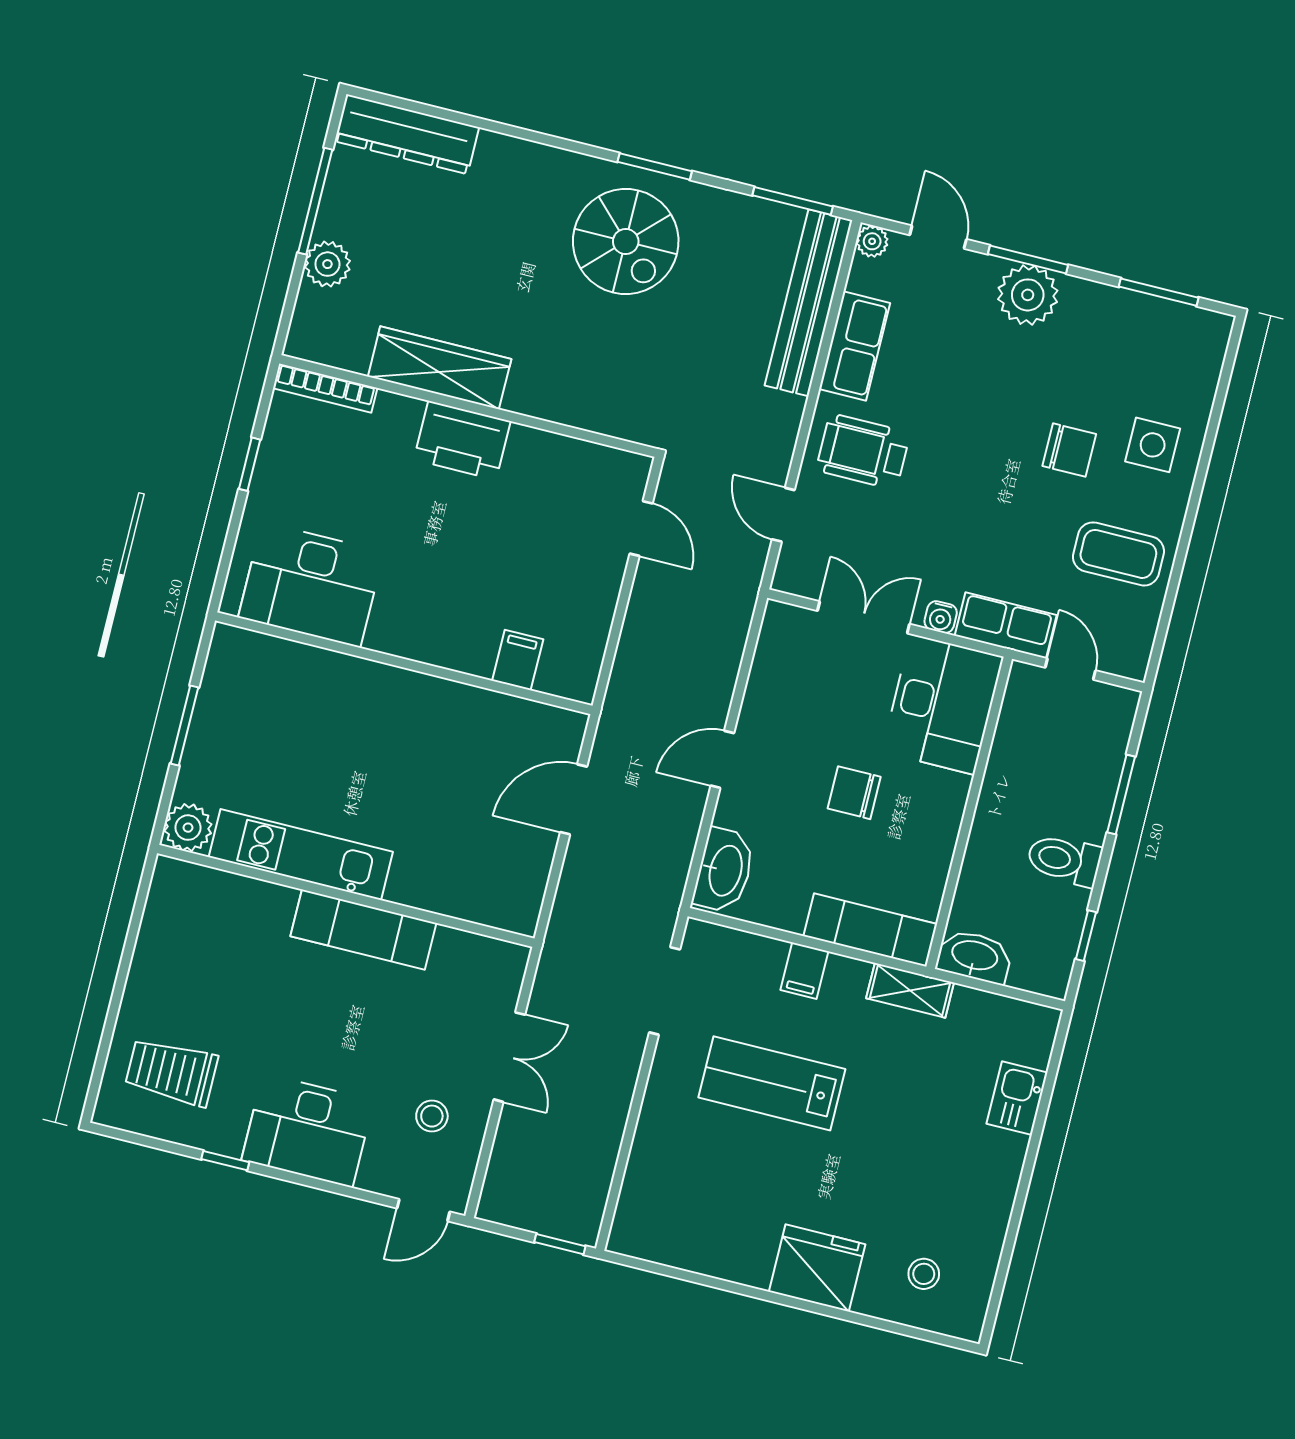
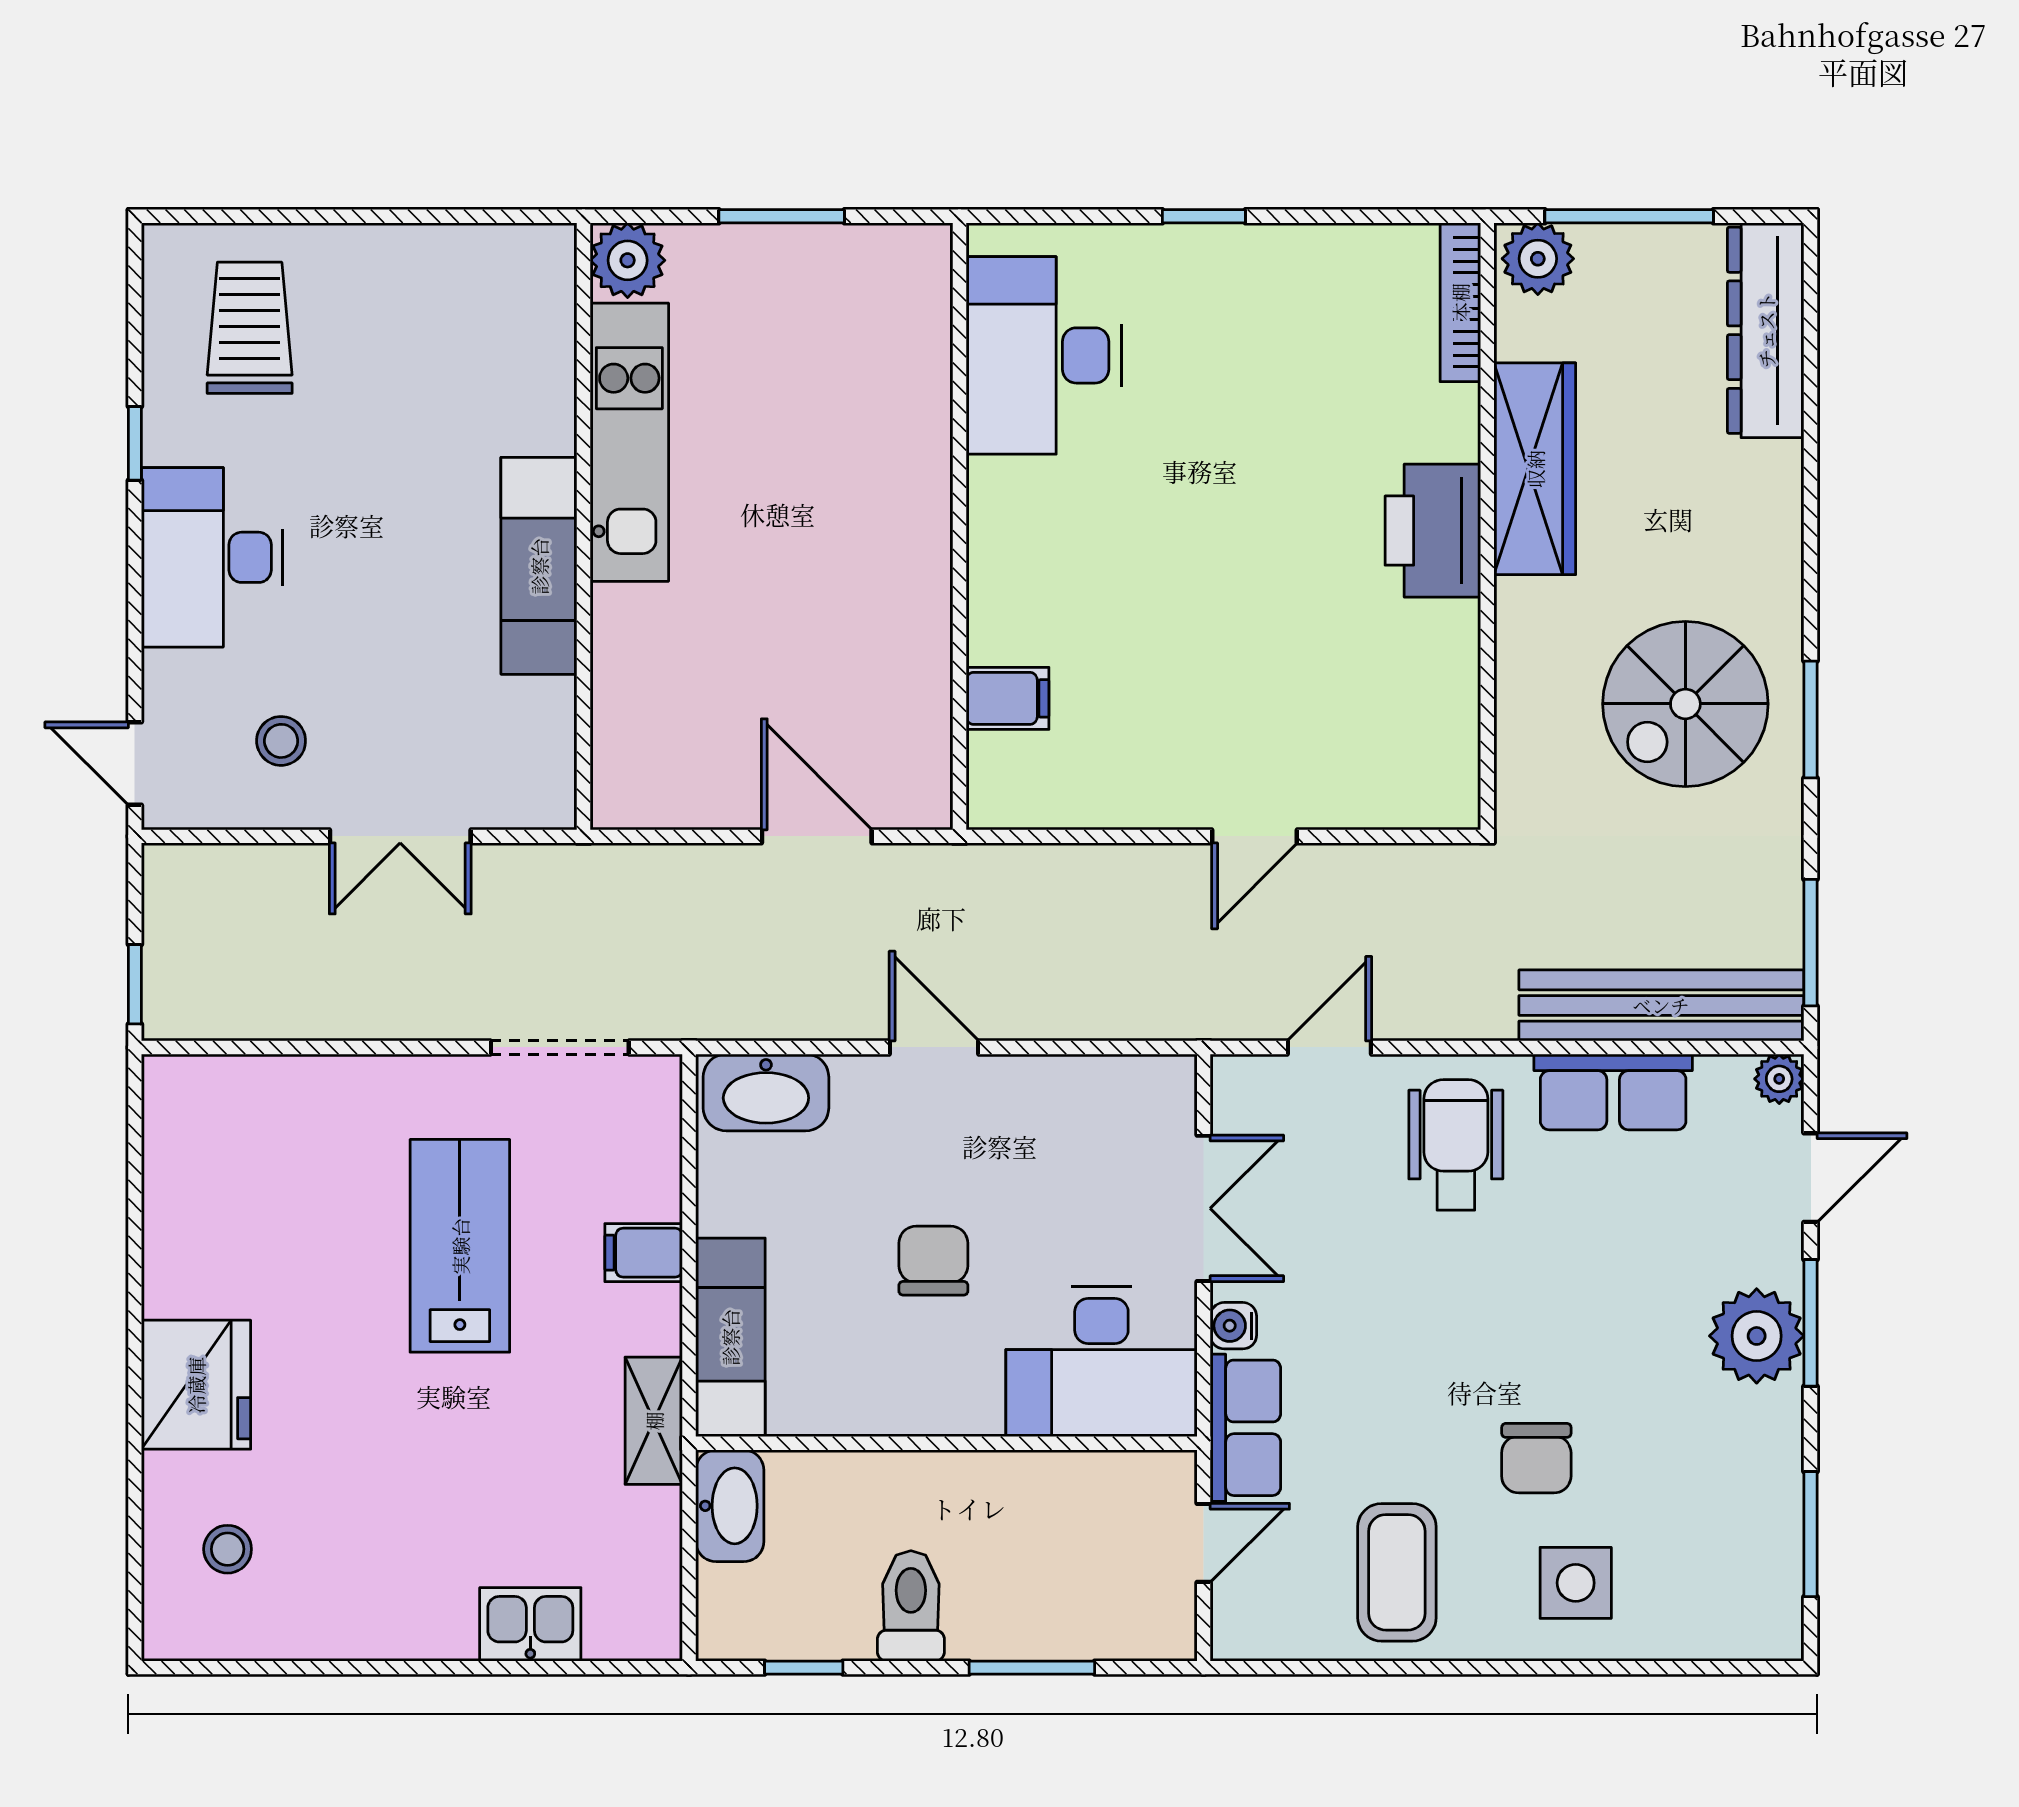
wardrobe: (440, 368) -> (1535, 469), moved
bookcase: (325, 388) -> (1460, 302), moved
wall: (468, 406) -> (1487, 526), moved
printer: (462, 440) -> (1433, 531), moved

